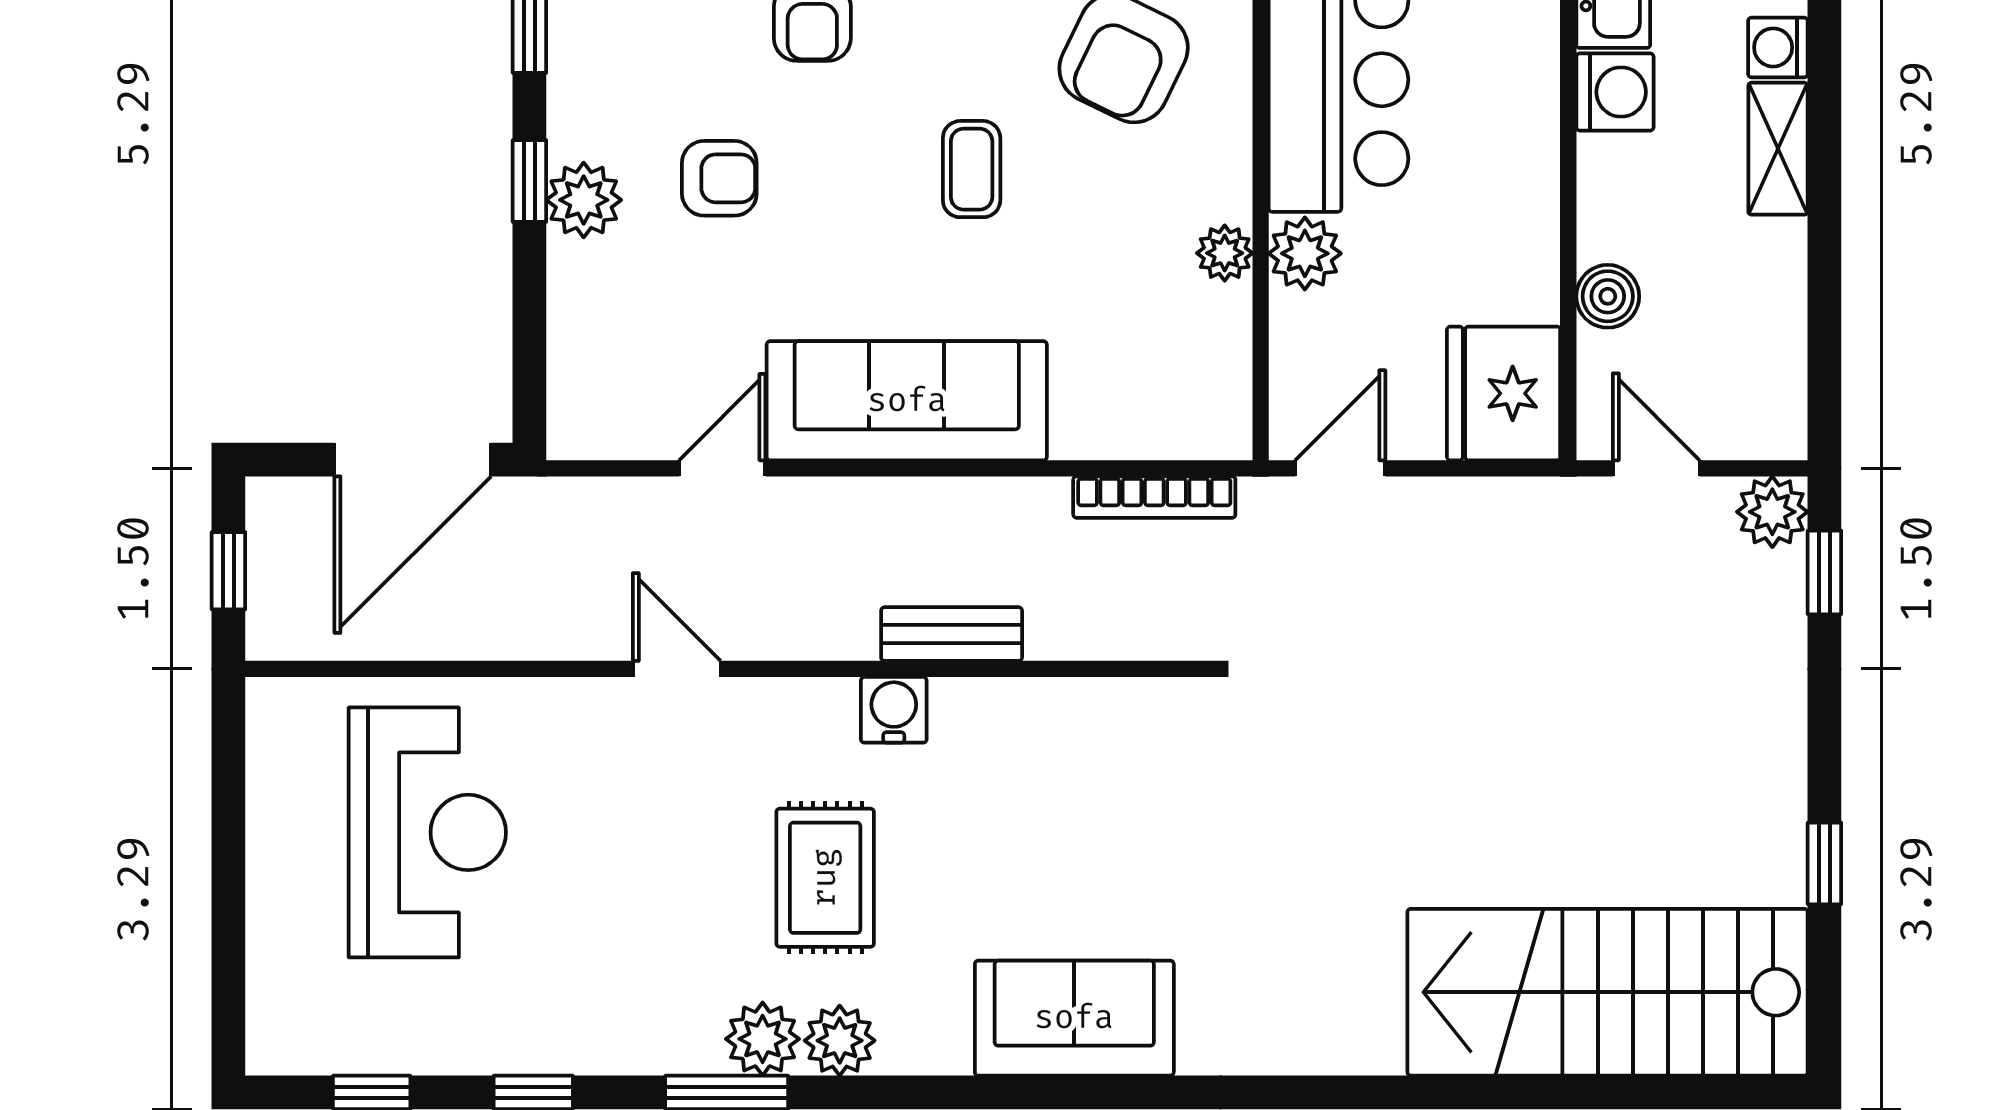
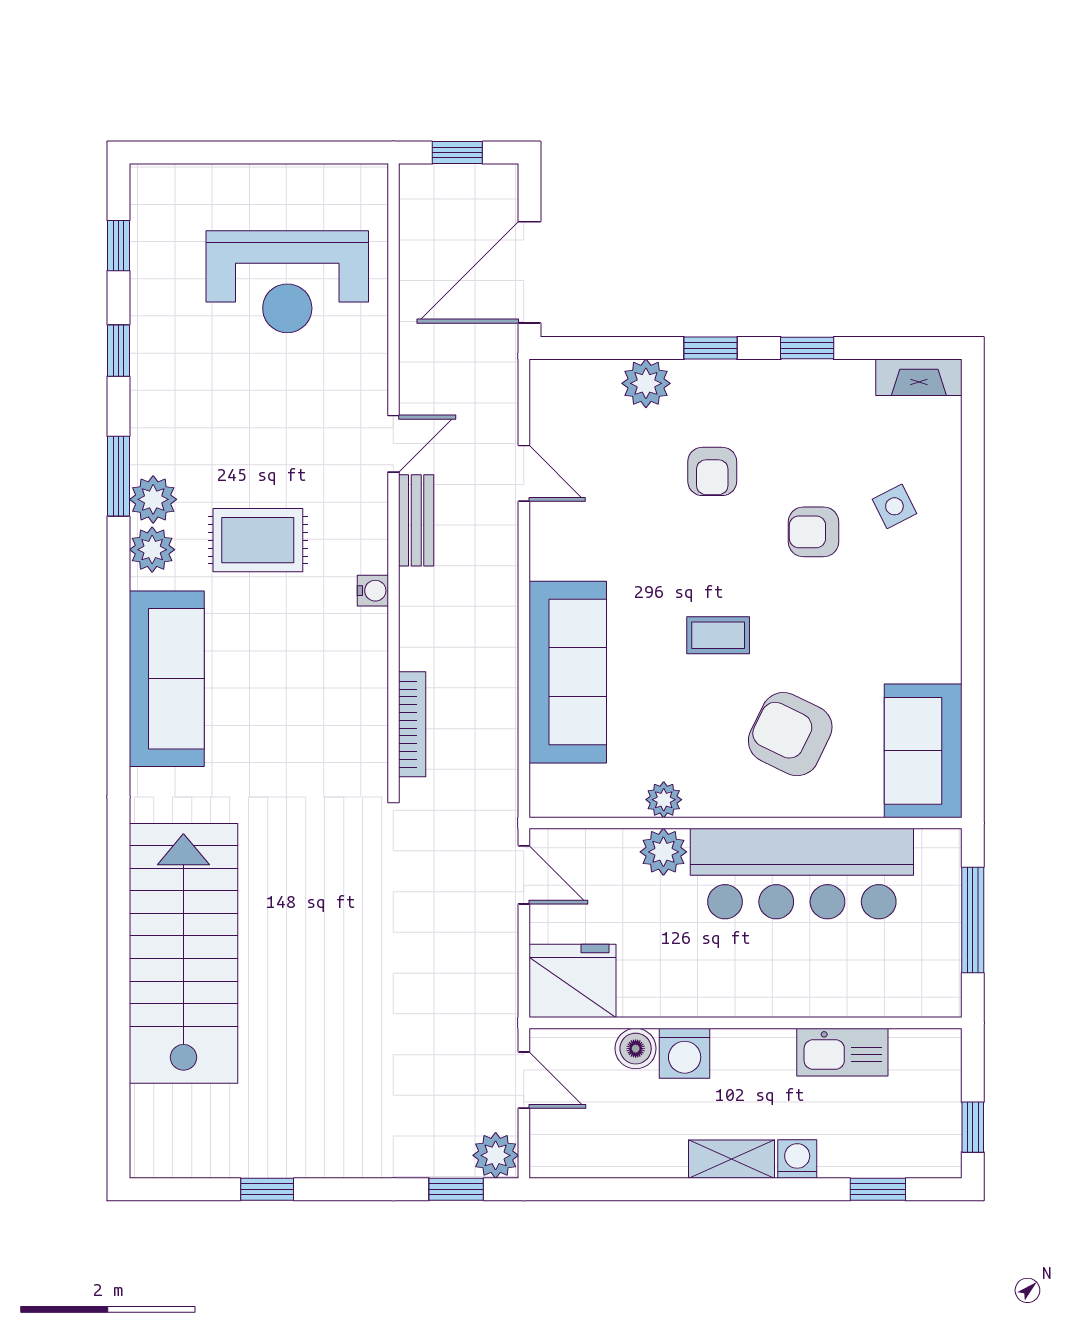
washing machine: (1615, 92) -> (685, 1053), moved
plant: (584, 200) -> (646, 383), moved
sofa: (907, 401) -> (568, 672), moved
door: (413, 460) -> (529, 272), hinge flipped
door: (1656, 468) -> (524, 1080), hinge flipped
bookcase: (1154, 497) -> (412, 724), moved, turned 180
bench: (952, 634) -> (416, 520), moved
water cooler: (894, 710) -> (373, 591), width x0.72, depth x0.72
stairs: (1608, 992) -> (183, 953), moved
sofa: (1074, 1018) -> (167, 679), width x1.36

